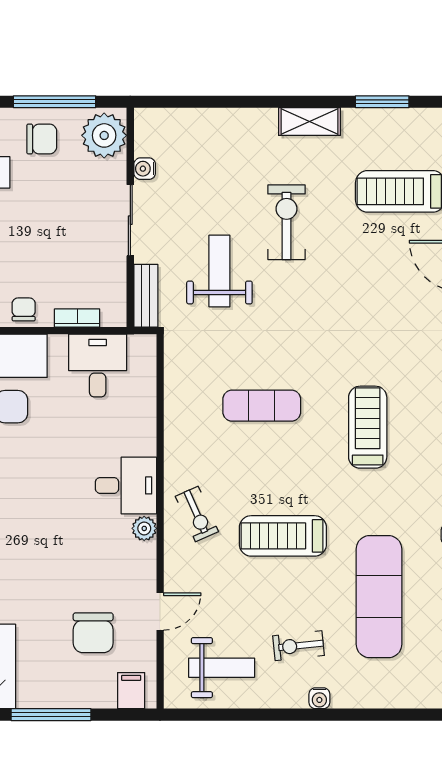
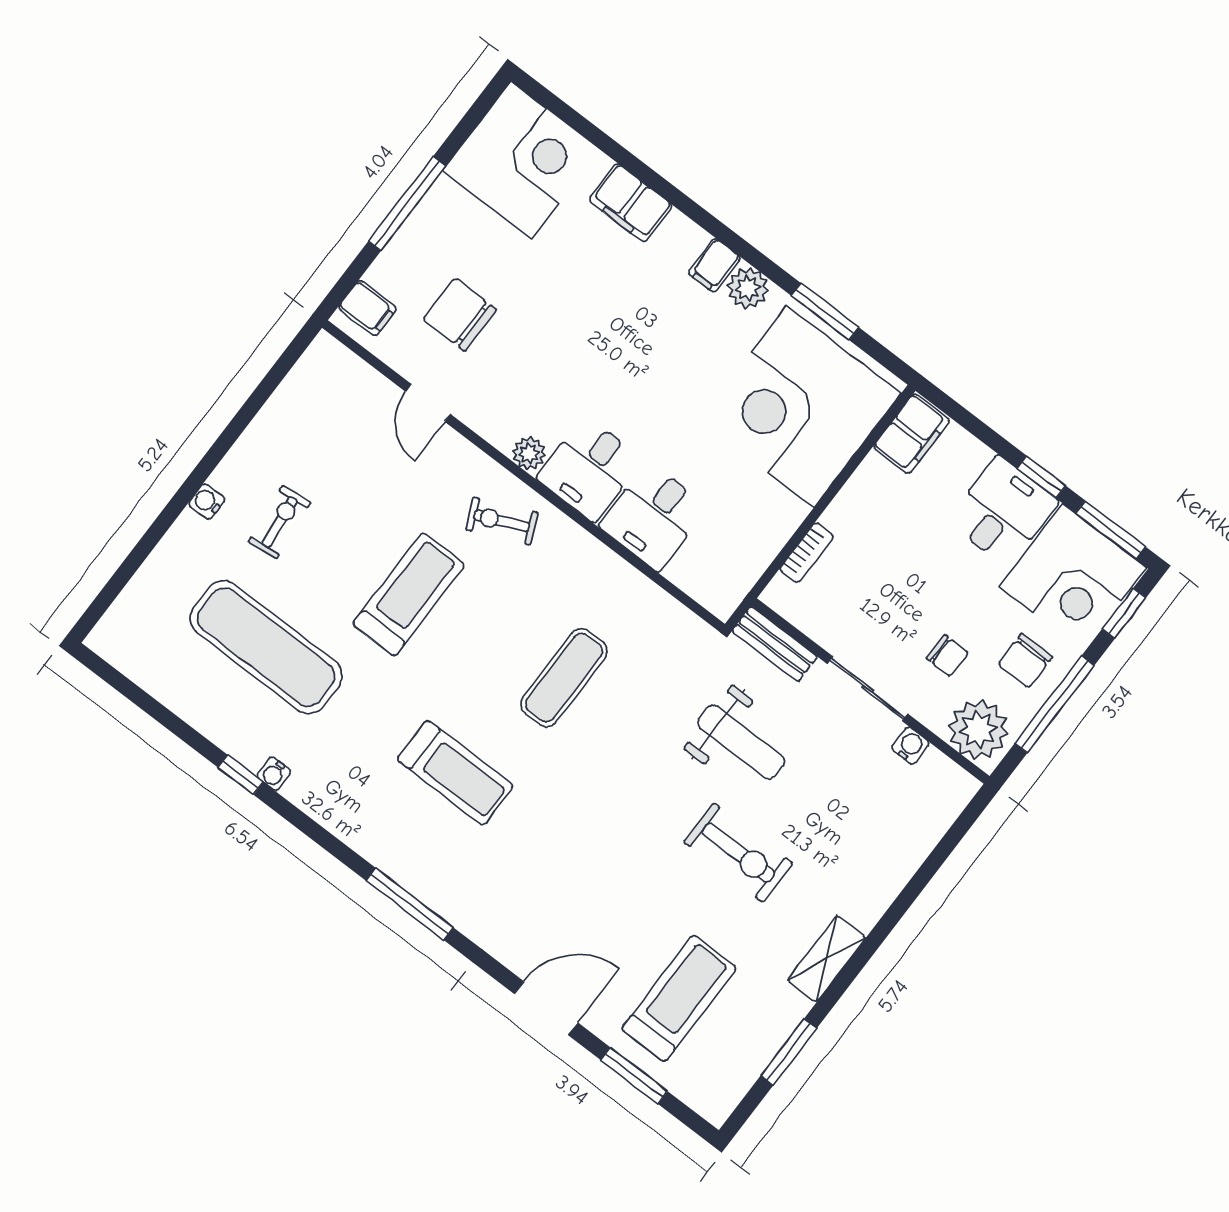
chair: (24, 309) -> (947, 656), moved
desk: (98, 366) -> (653, 517), moved, turned 90
weight bench: (222, 668) -> (318, 423), removed

